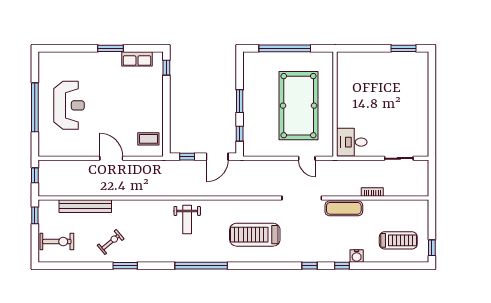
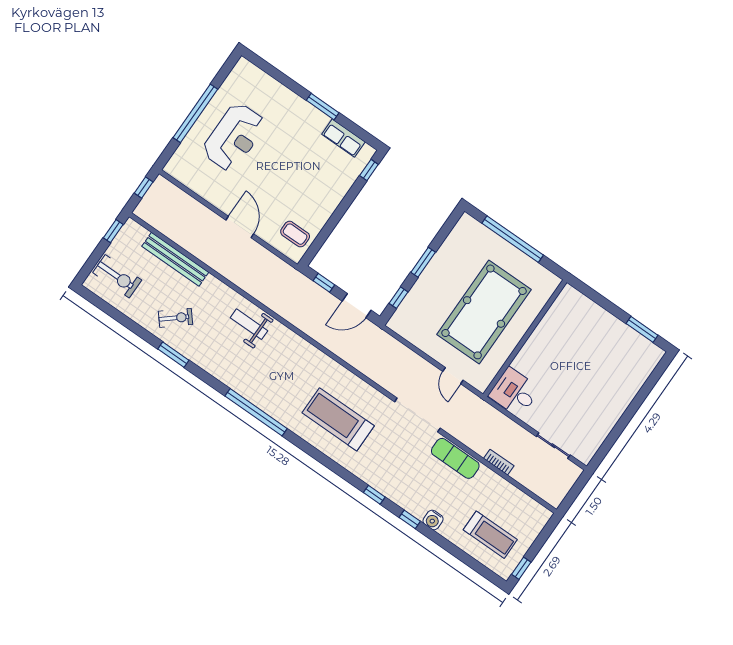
weight bench: (187, 220) -> (249, 324), moved, turned 90

